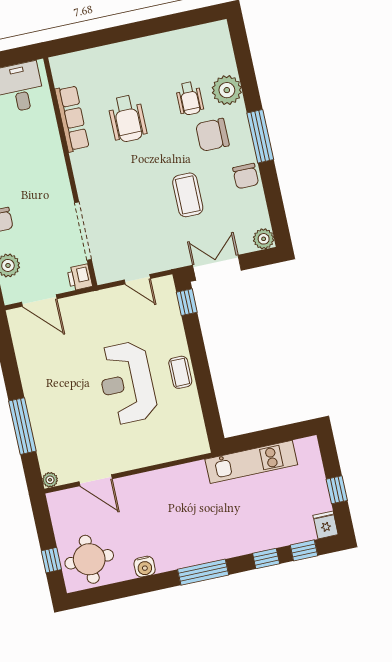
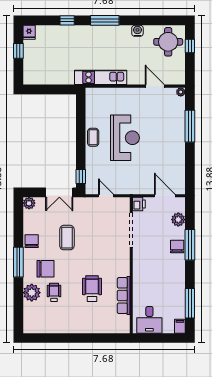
kitchen unit: (251, 462) -> (101, 77), moved
window: (304, 550) -> (45, 20), removed

